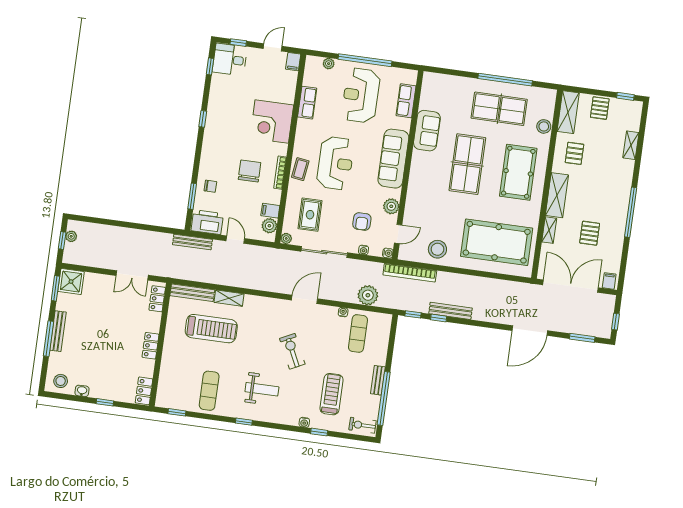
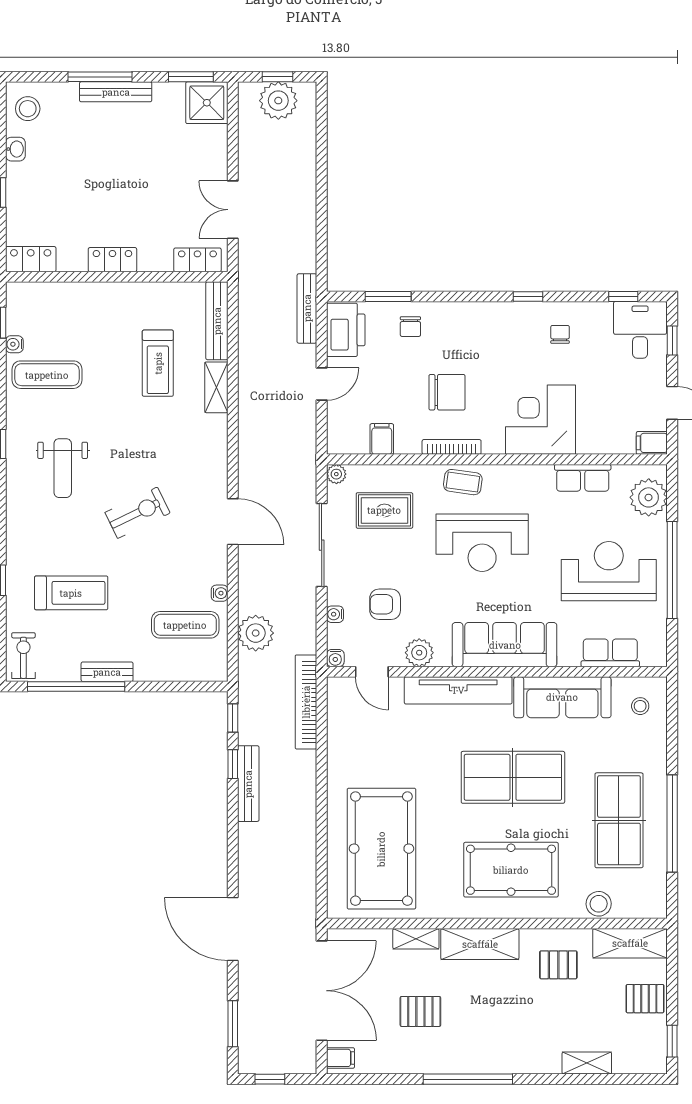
plant: (329, 64) -> (649, 497), width x1.88, depth x1.88
chair: (226, 104) -> (560, 334), added
sofa: (427, 131) -> (562, 697), width x1.36
tv unit: (415, 188) -> (458, 690), added
plant: (269, 226) -> (355, 441), removed
plant: (71, 236) -> (278, 101), width x1.87, depth x1.87
stool: (437, 249) -> (640, 706), moved, width x0.53, depth x0.53
treadmill: (211, 329) -> (158, 363), width x0.73, depth x0.73
water cooler: (304, 422) -> (14, 344), moved

